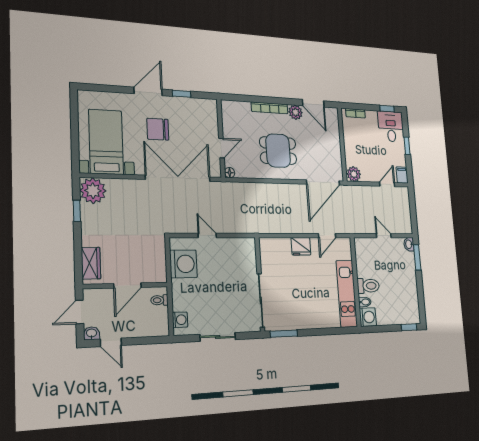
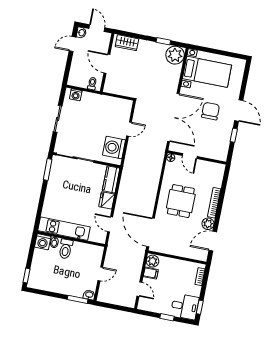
filing cabinet: (402, 175) -> (151, 273), moved
kitchen counter: (275, 246) -> (111, 179), added
washing machine: (183, 264) -> (114, 148), moved, turned 90

